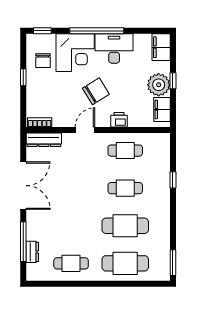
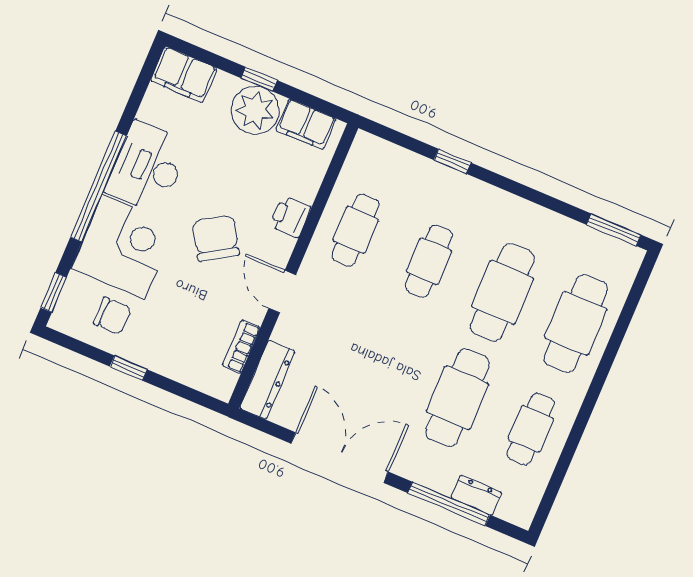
bookcase: (40, 122) -> (241, 347), moved
cafe table: (71, 226) -> (458, 398), added

